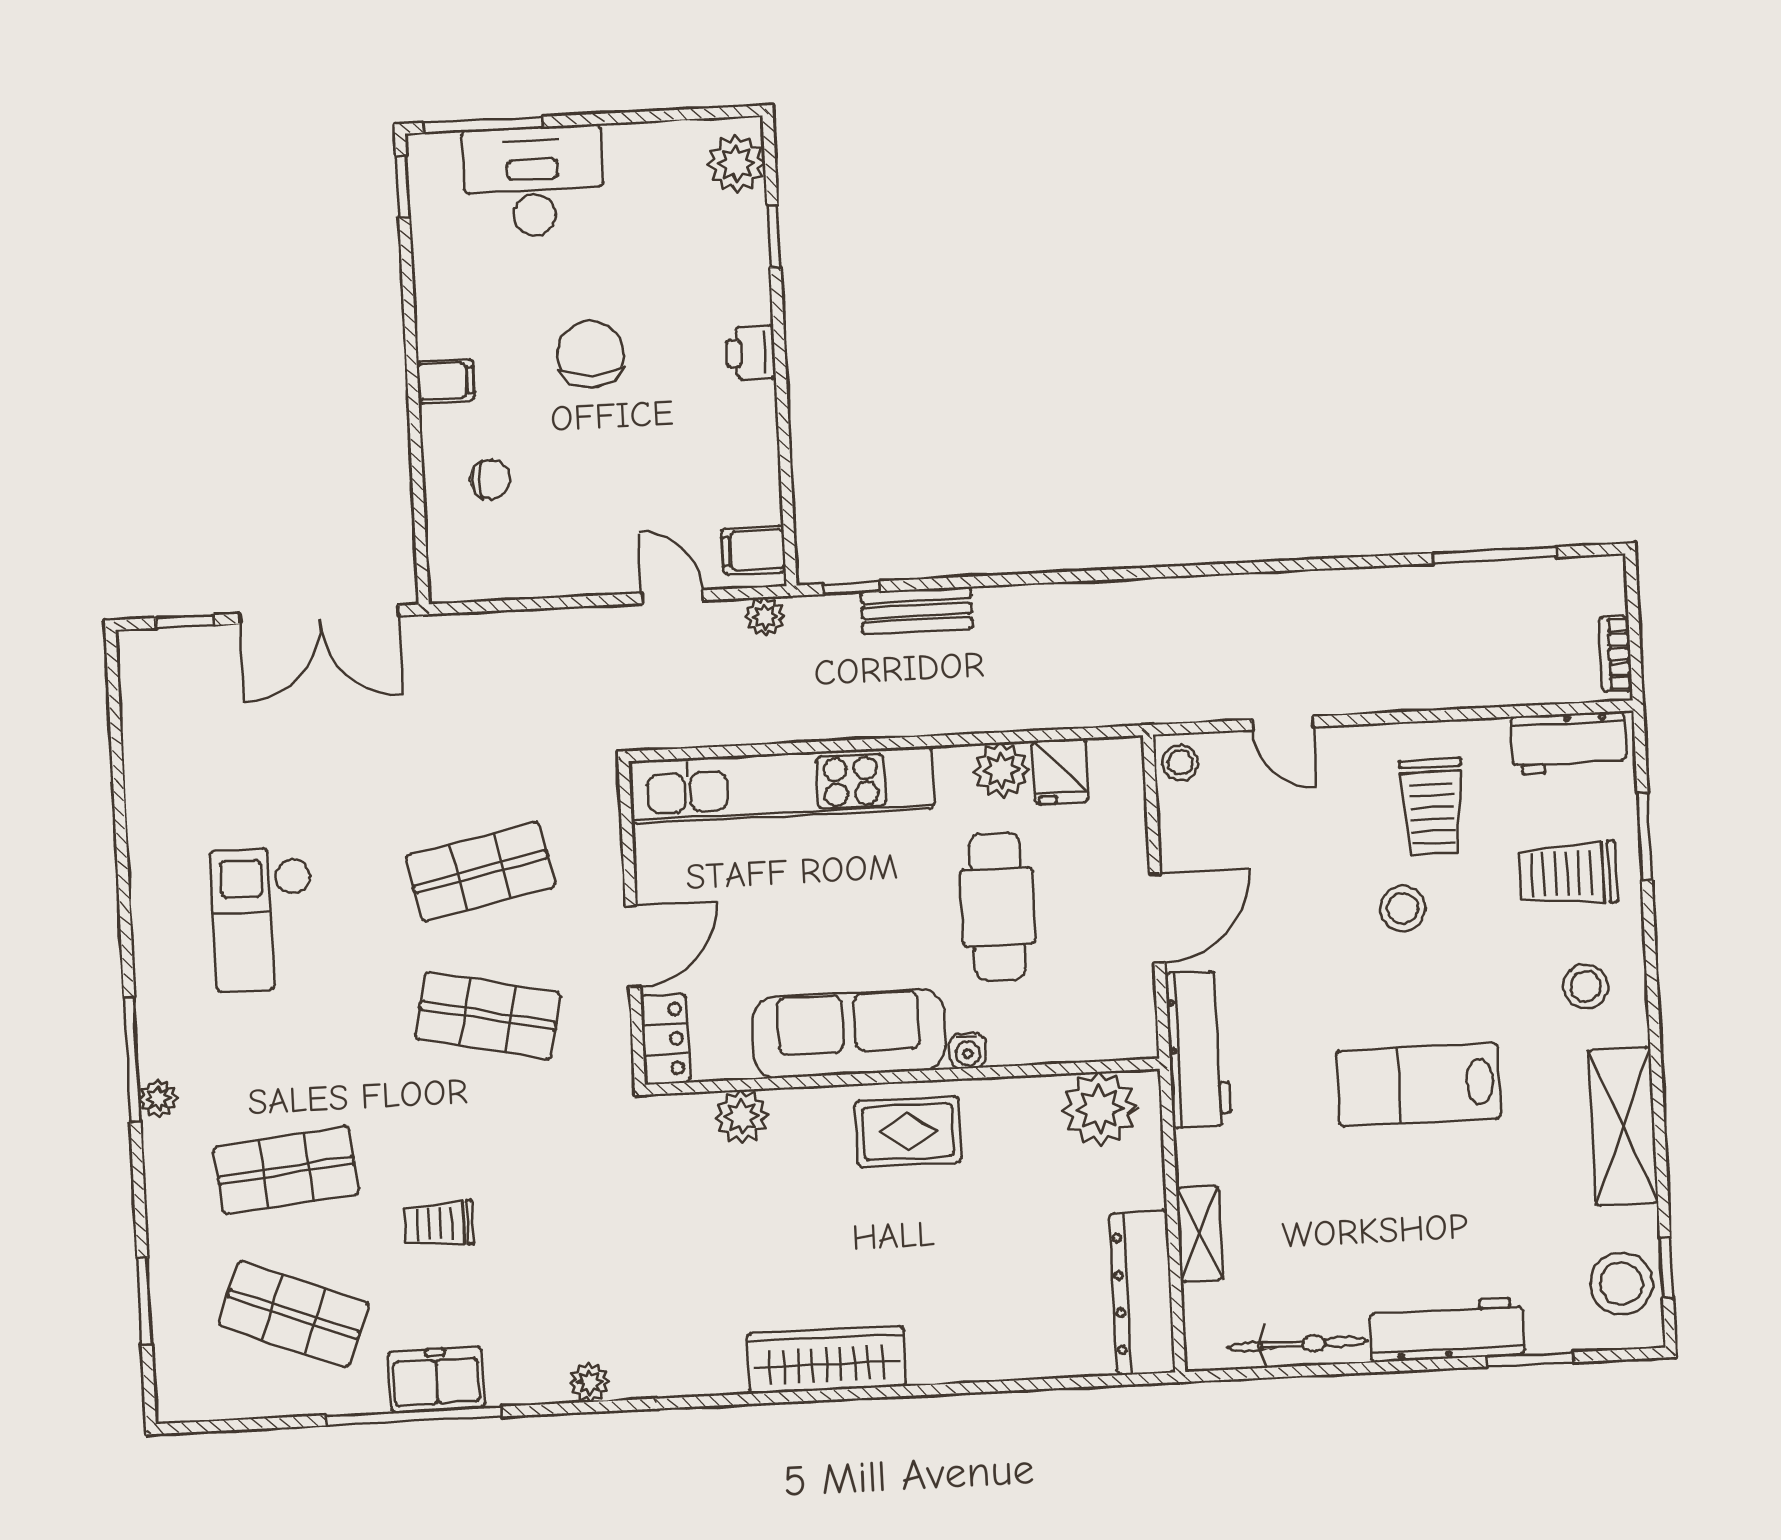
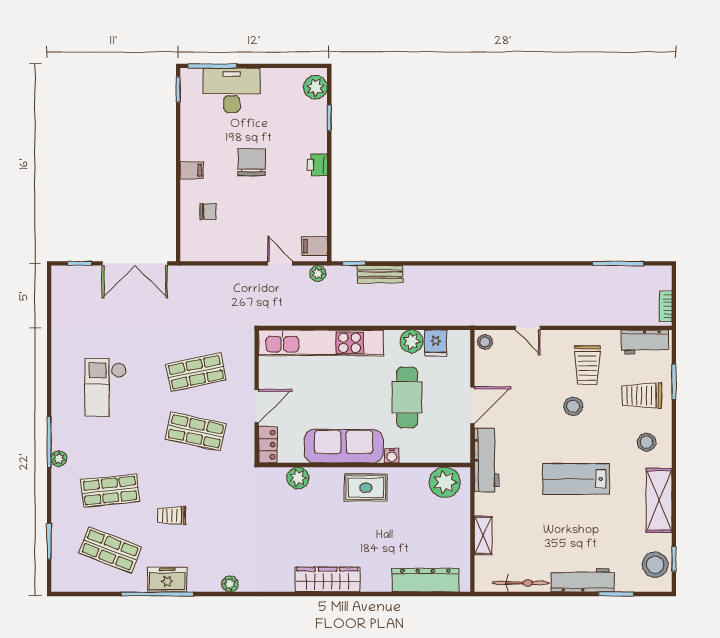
dresser: (1142, 1293) -> (425, 580), moved, turned 90

